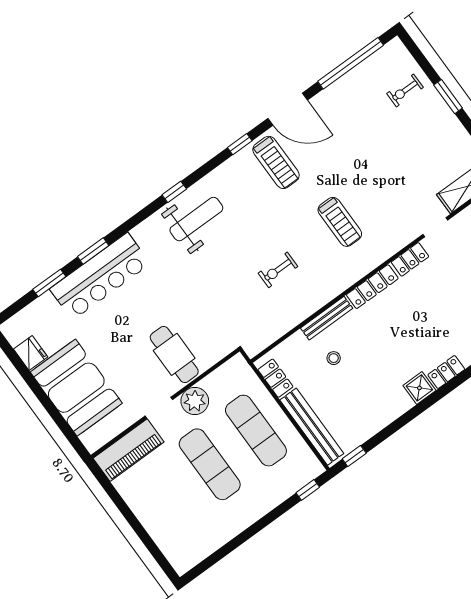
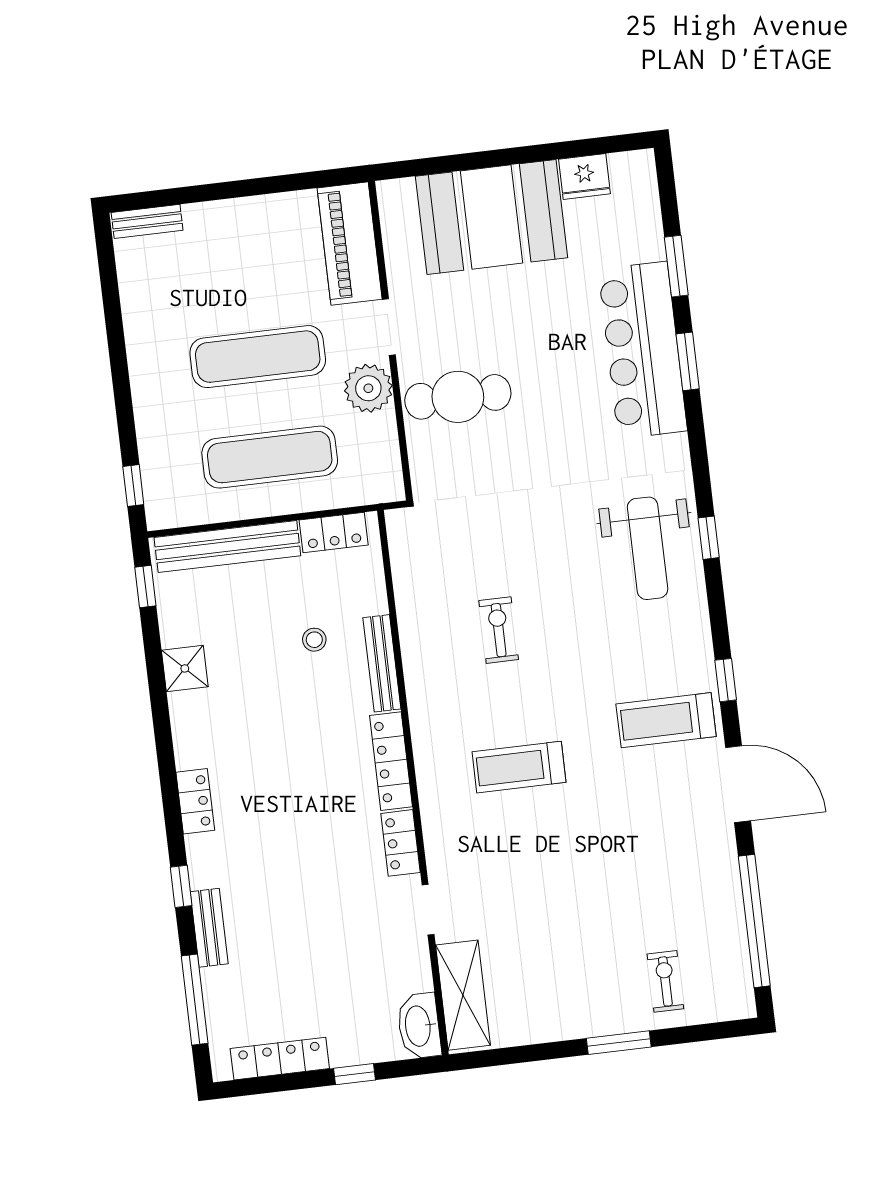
door: (288, 109) -> (738, 784), swing flipped
shower: (419, 388) -> (185, 668), moved
bench: (174, 556) -> (147, 221), added

